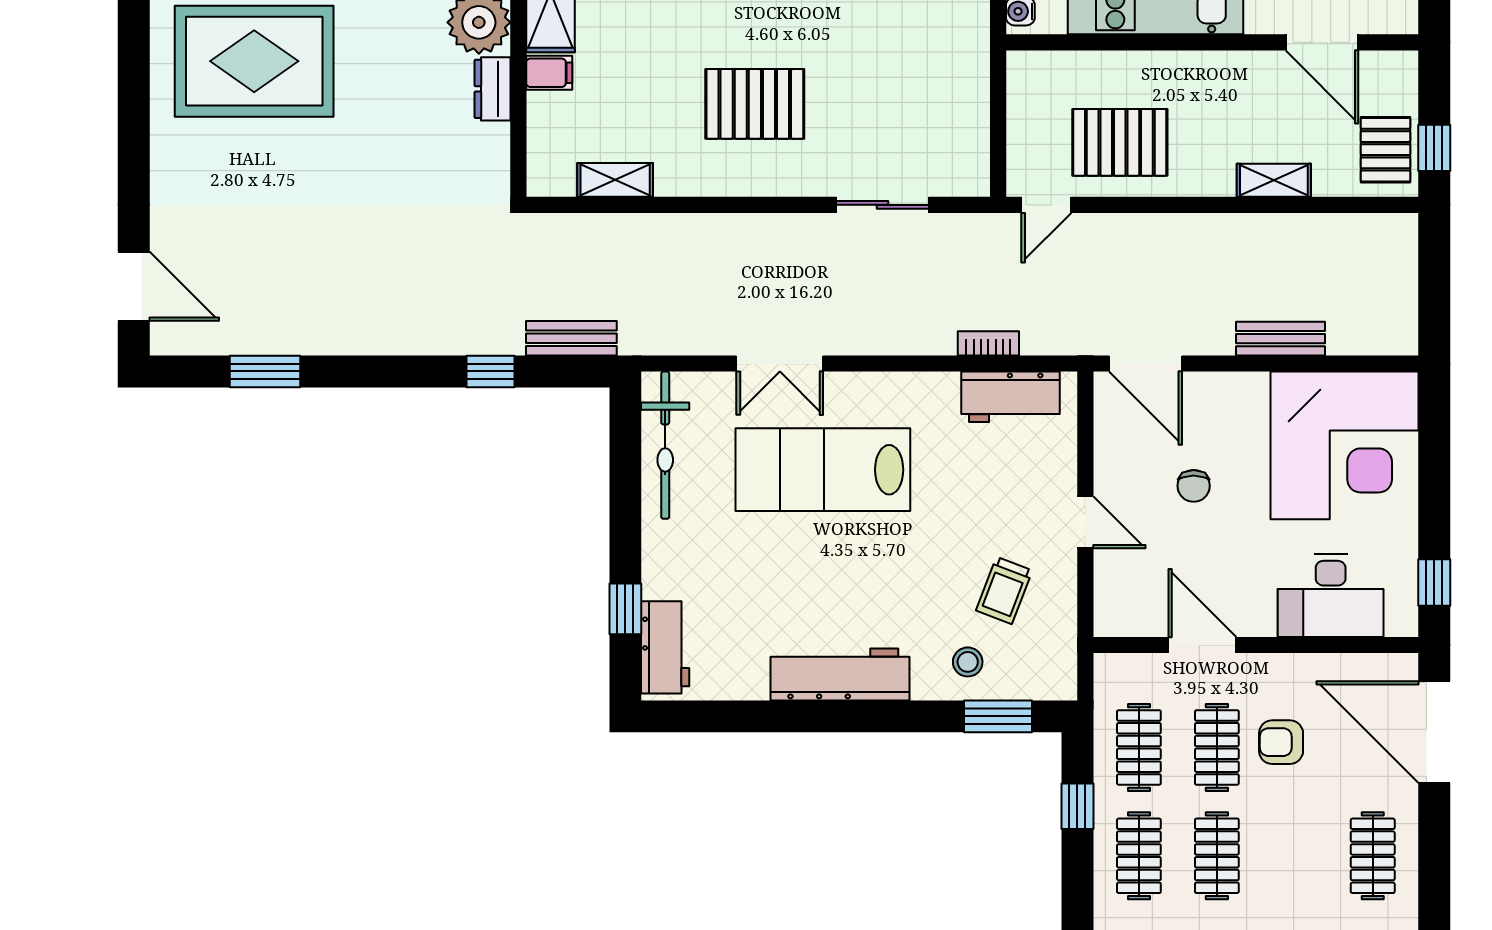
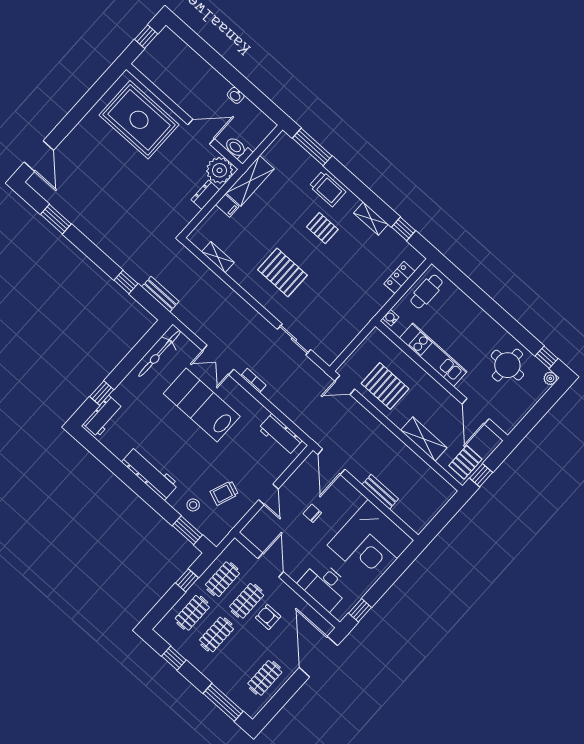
shelving: (1274, 180) -> (424, 439), width x1.50, depth x1.33
bookcase: (988, 343) -> (253, 380), moved
chair: (1194, 486) -> (312, 513), turned 90

